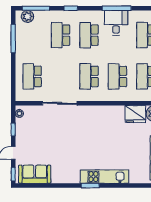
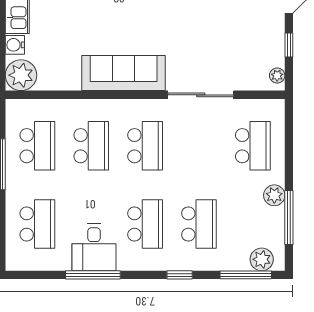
plant: (21, 50) -> (274, 195), added
fridge: (135, 114) -> (57, 74), removed
sofa: (100, 115) -> (124, 73), added

